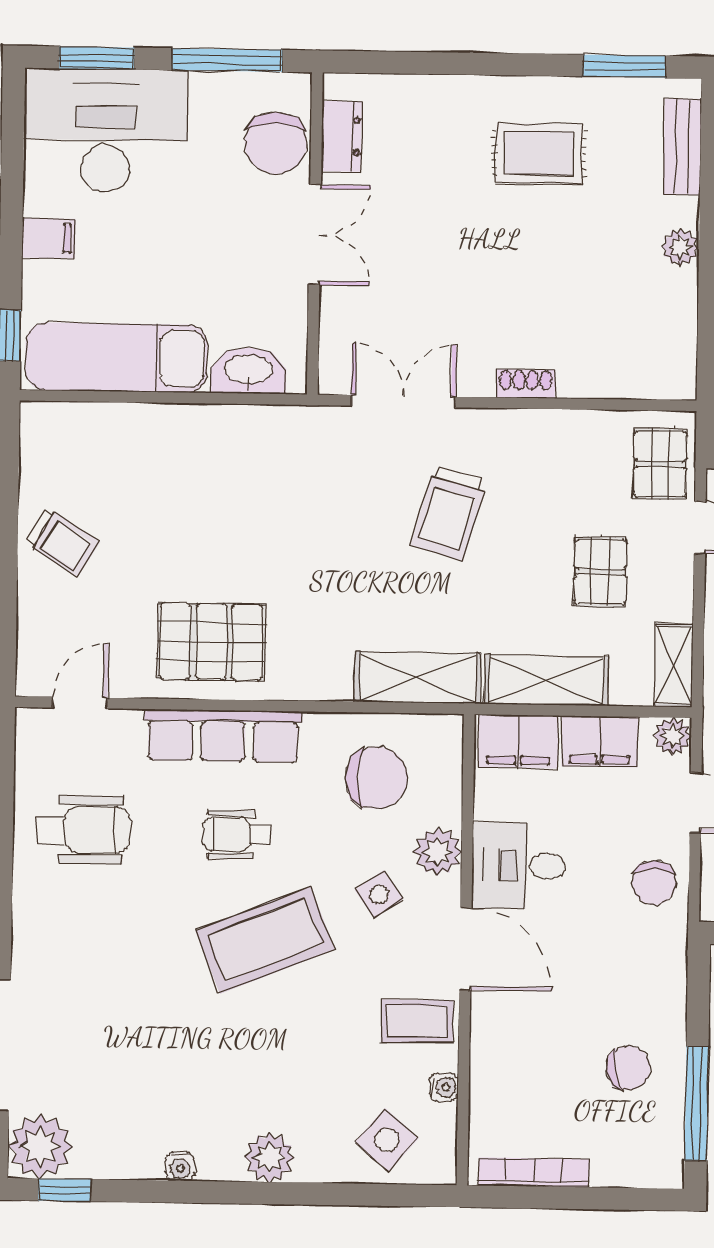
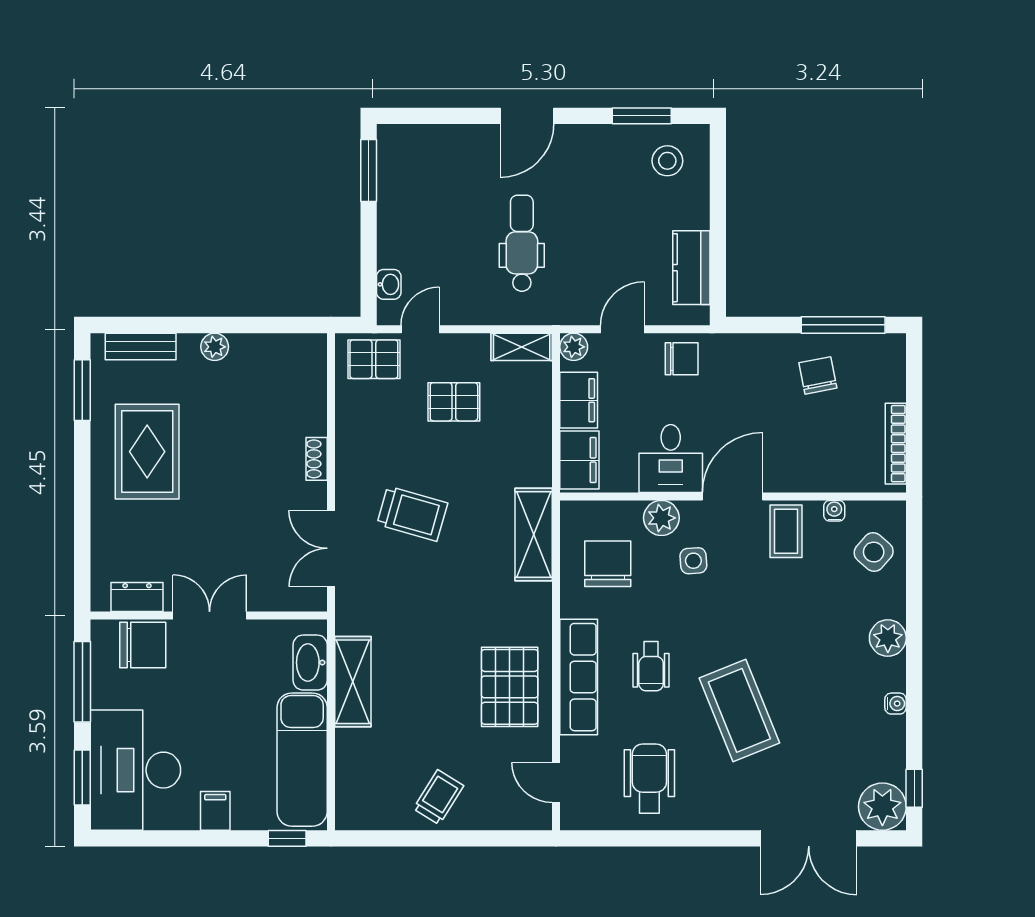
rug: (539, 153) -> (147, 452), width x1.36, depth x1.43
shelving: (546, 680) -> (353, 682), moved
side table: (379, 894) -> (693, 561), turned 31
coffee table: (265, 940) -> (739, 710), moved

